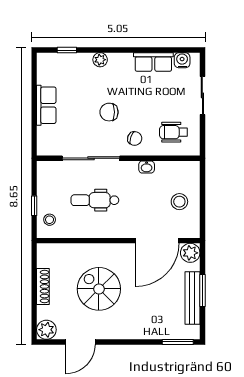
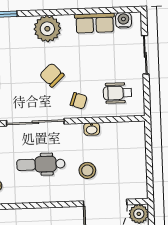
plant: (100, 60) -> (47, 29), width x1.87, depth x1.87
chair: (109, 112) -> (52, 75), turned 47
stool: (179, 202) -> (87, 170), moved

